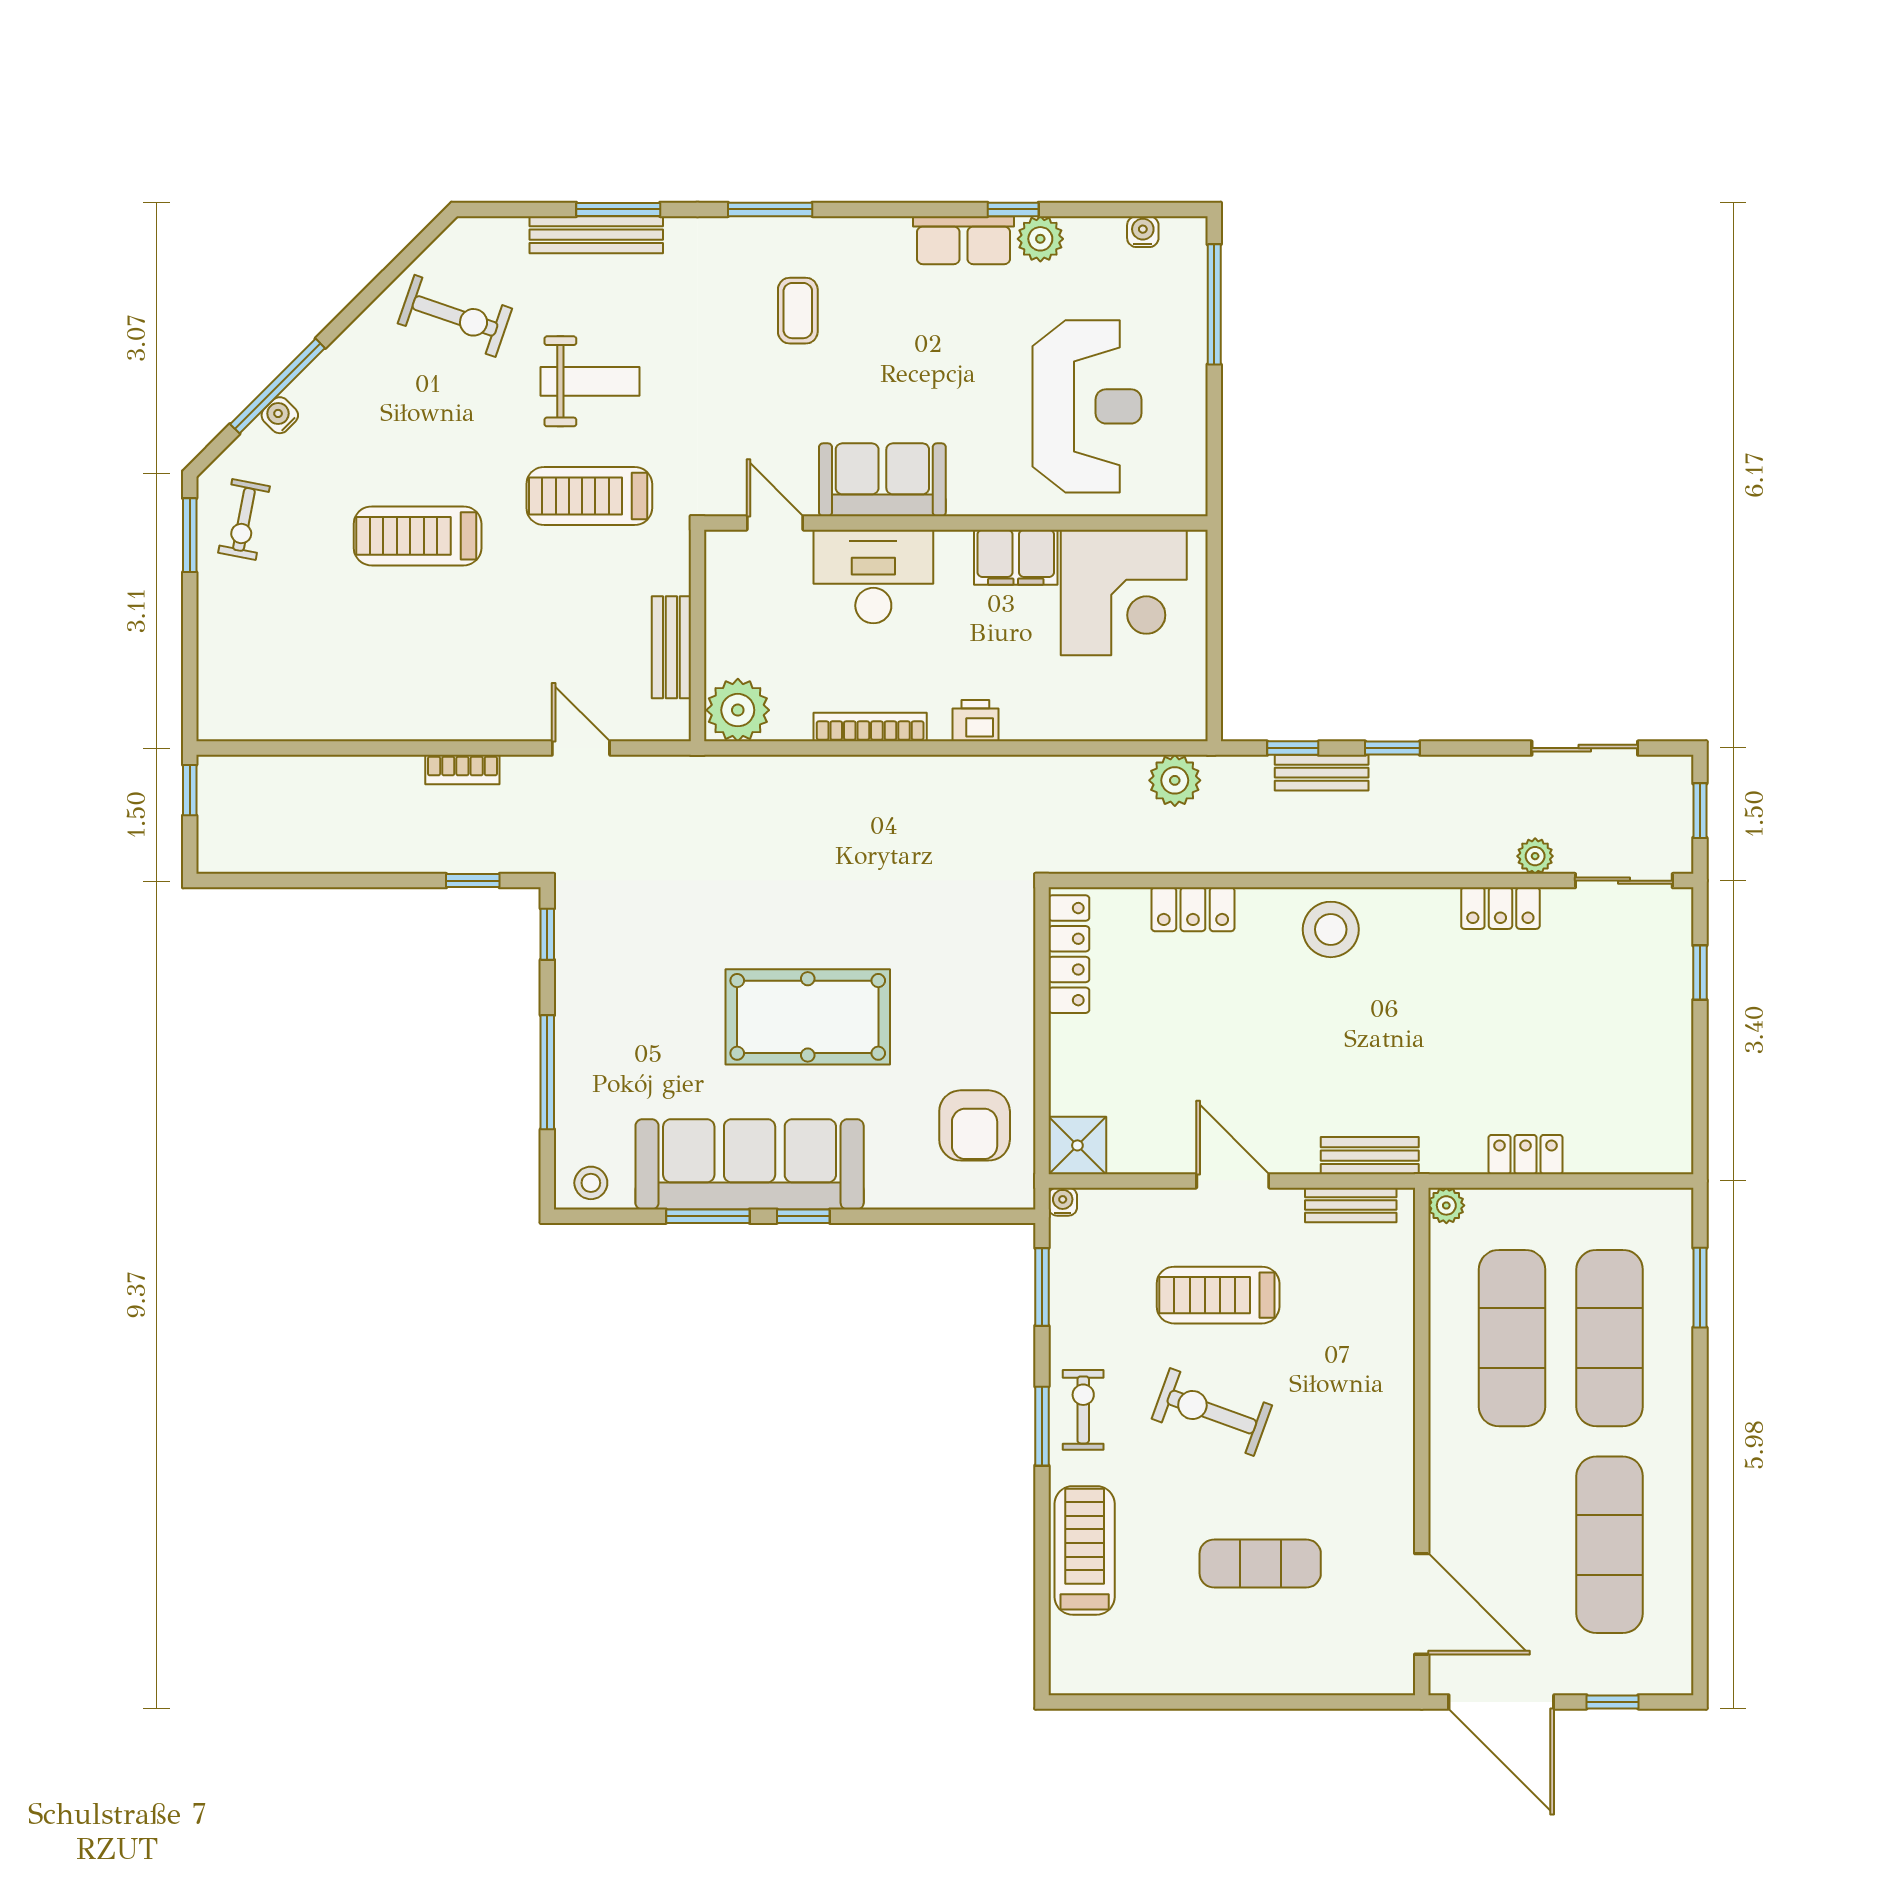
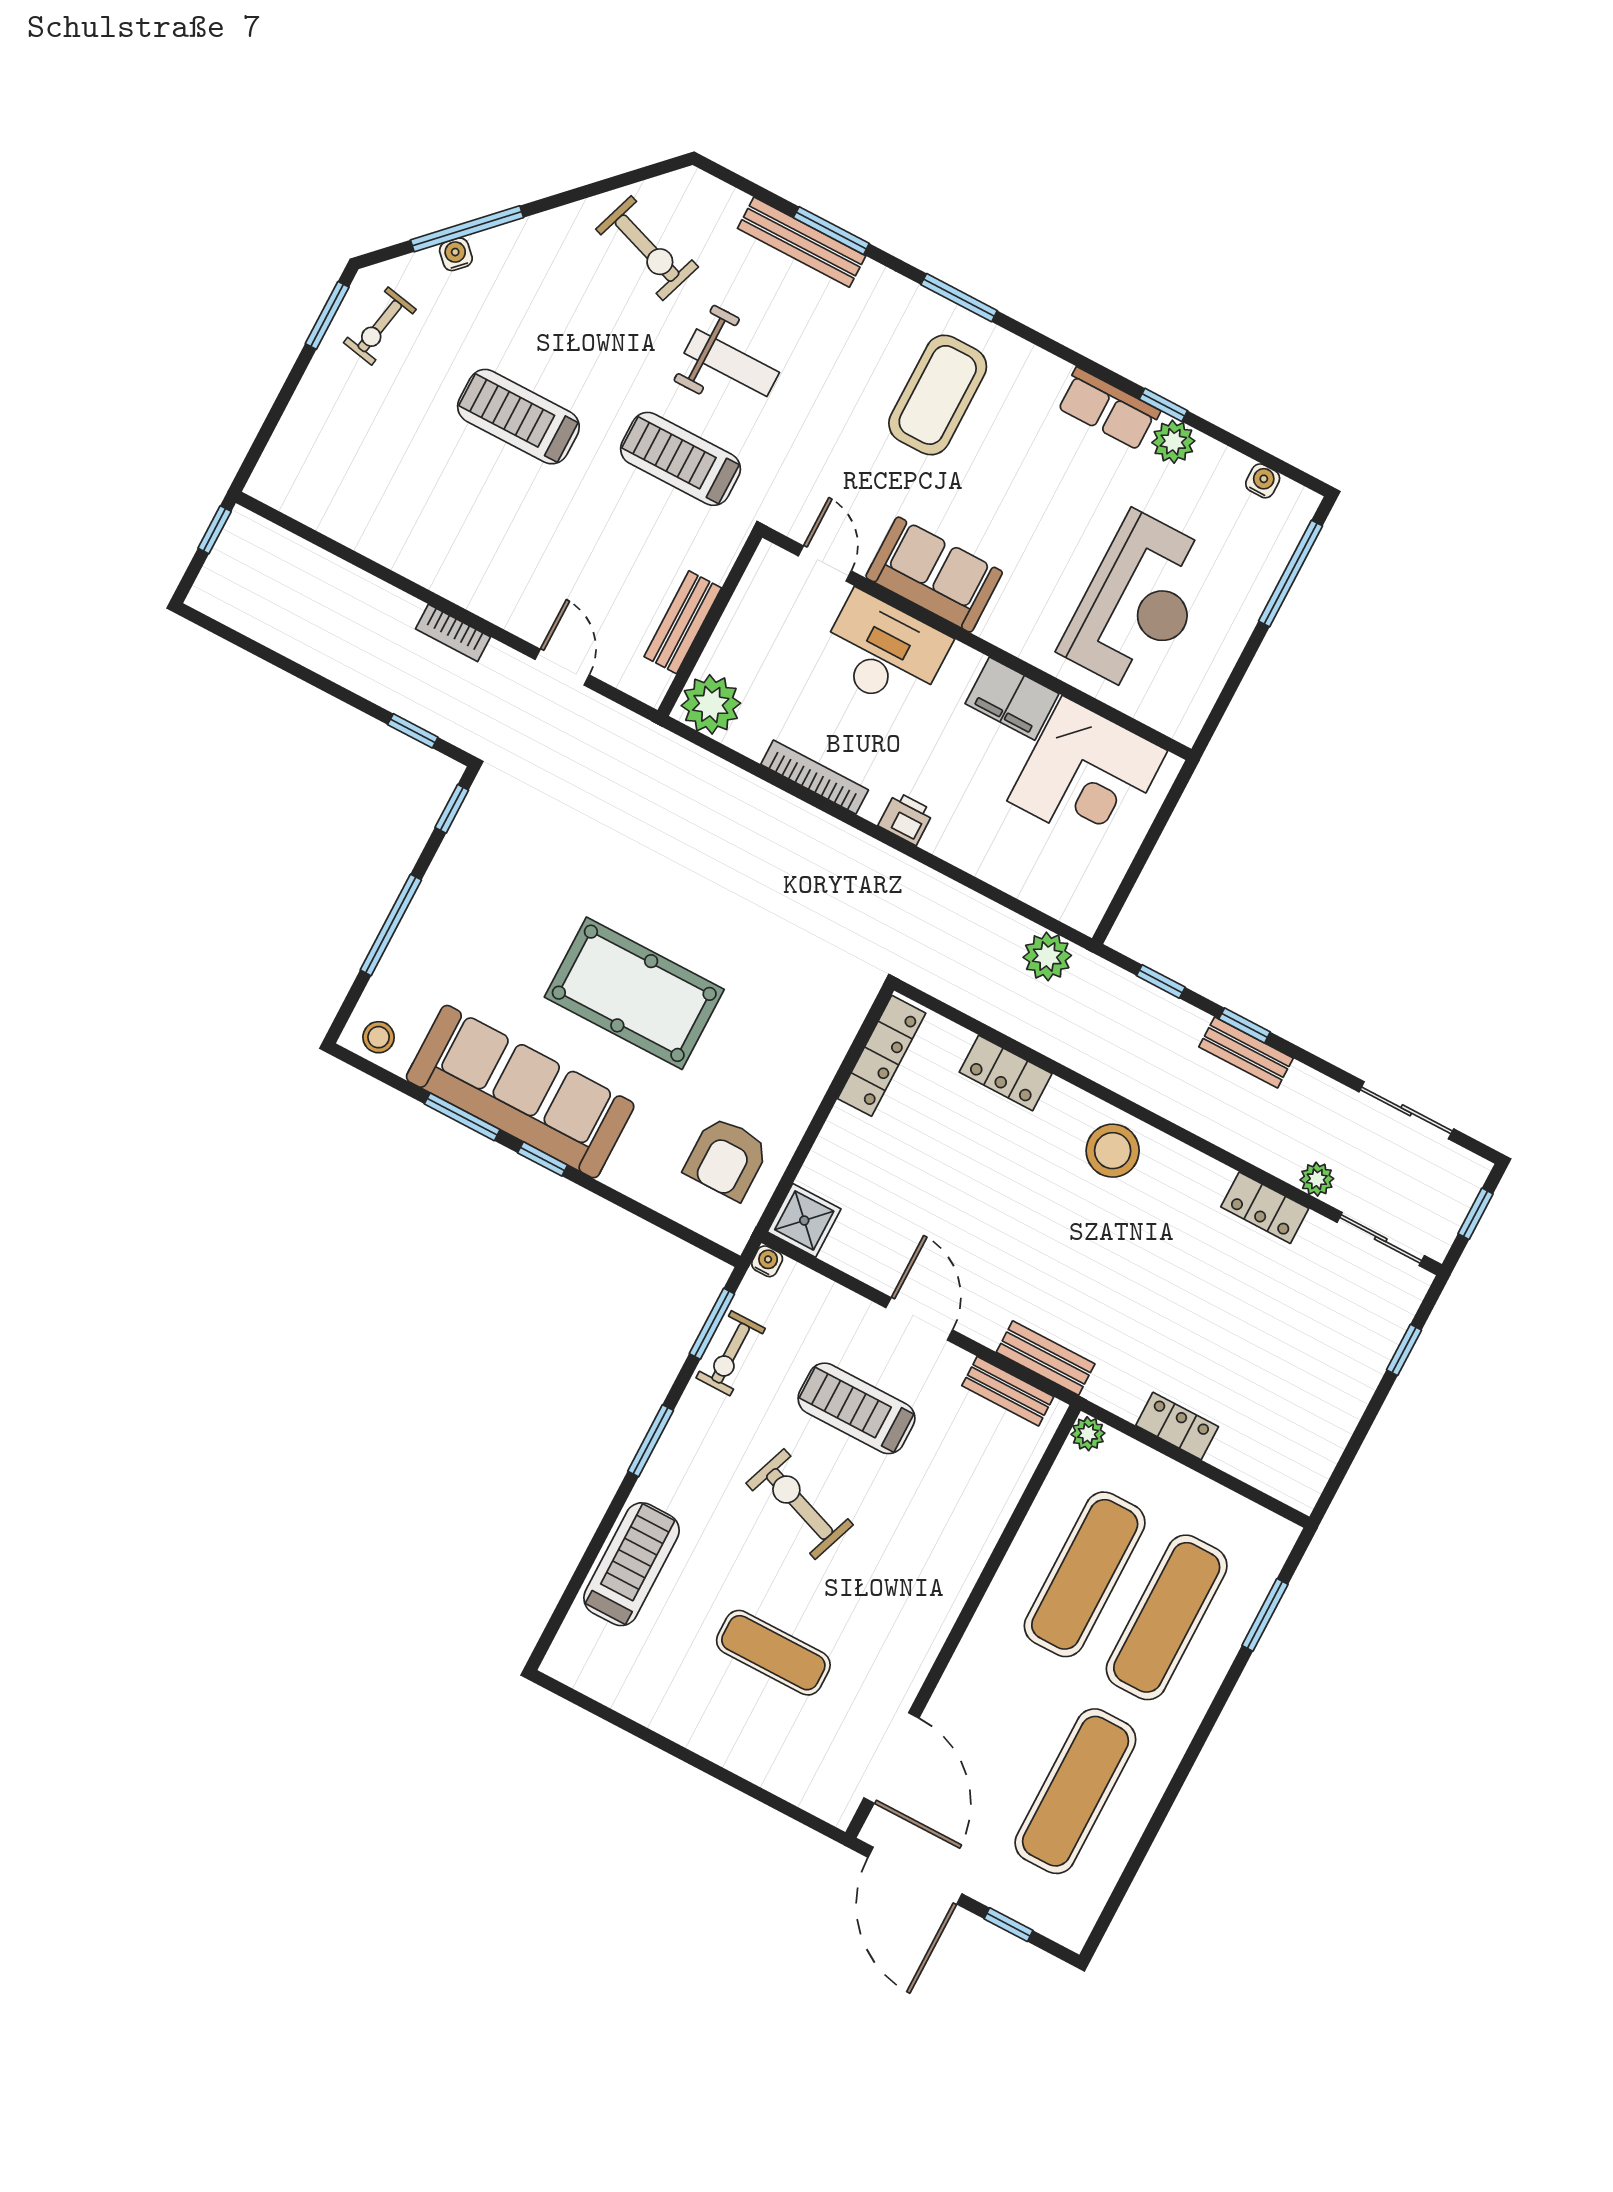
coffee table: (798, 311) -> (938, 395), width x1.86, depth x1.72
bench: (1322, 773) -> (1246, 1052), moved
exercise bike: (1083, 1410) -> (731, 1353), moved, turned 180

